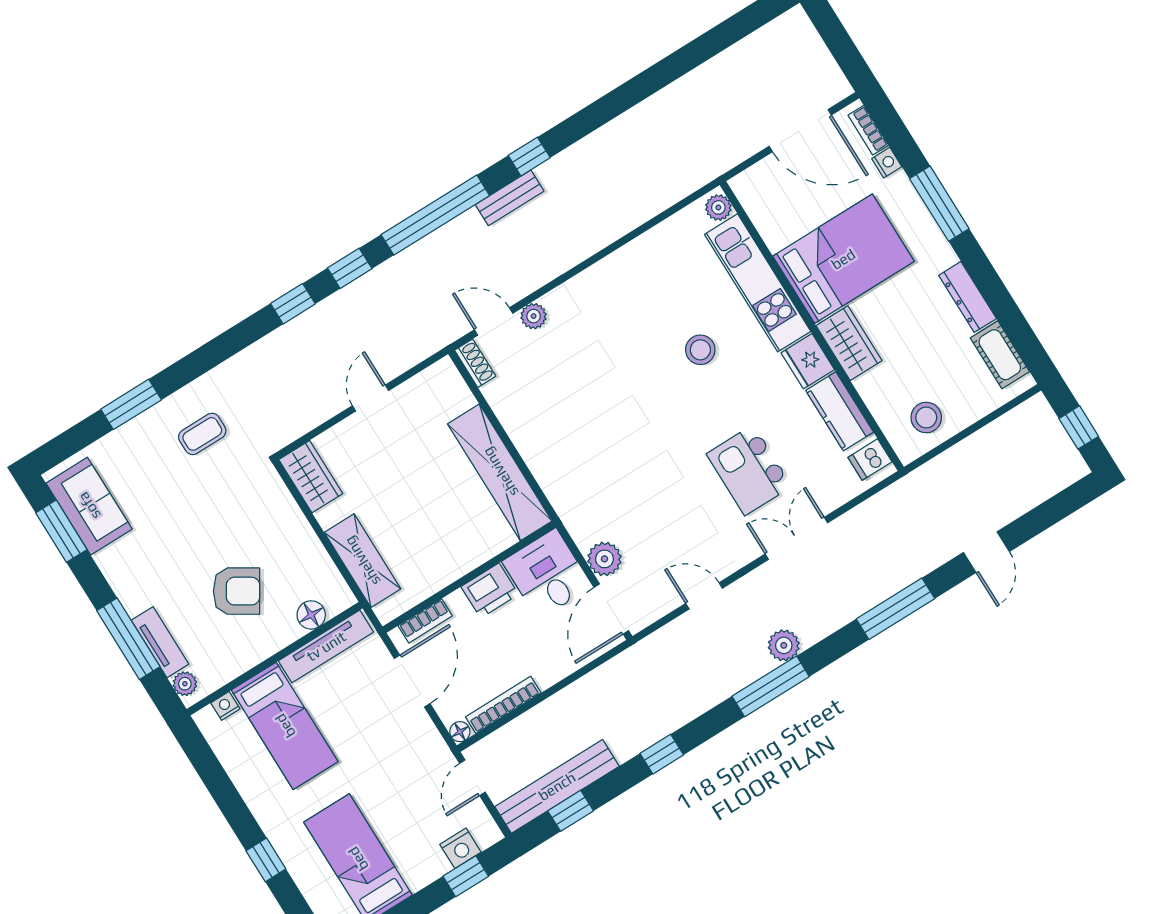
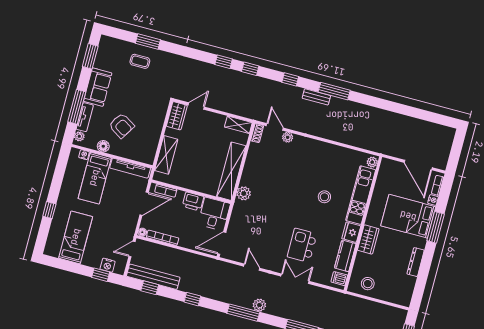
window: (529, 157) -> (334, 91), width x2.17
window: (435, 215) -> (290, 79), width x0.32
bed: (843, 259) -> (408, 216), moved, turned 180
cot: (1000, 355) -> (407, 288), removed
shelving: (429, 383) -> (238, 125), added
door: (371, 398) -> (196, 106), moved
coffee table: (202, 434) -> (140, 61), moved
sofa: (89, 506) -> (98, 87), moved
plant: (604, 559) -> (244, 193), moved
floor lamp: (311, 615) -> (103, 146), moved

